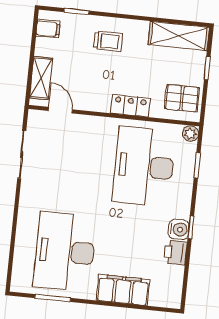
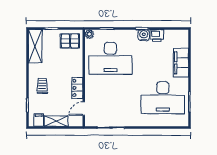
shelving: (41, 78) -> (56, 121), moved
pallet: (182, 98) -> (70, 41), turned 90
locker: (130, 106) -> (77, 88), moved

